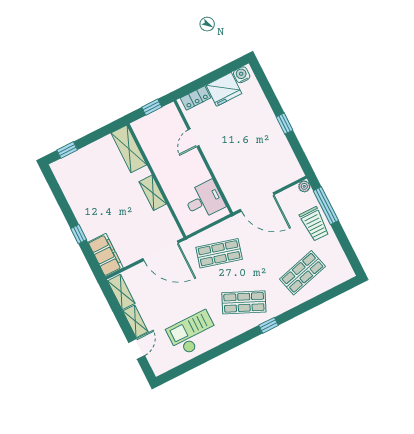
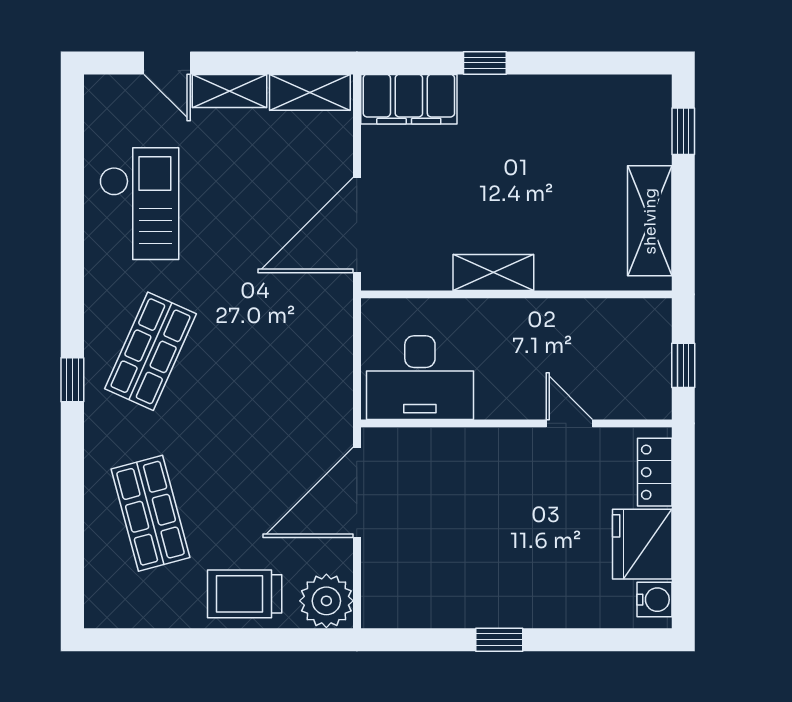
shelving: (129, 149) -> (650, 221), moved, turned 90
plant: (304, 186) -> (326, 601), width x1.88, depth x1.88
desk: (204, 200) -> (420, 378), width x1.37
window: (326, 206) -> (273, 640), removed
shop shelf: (219, 253) -> (286, 351), removed

